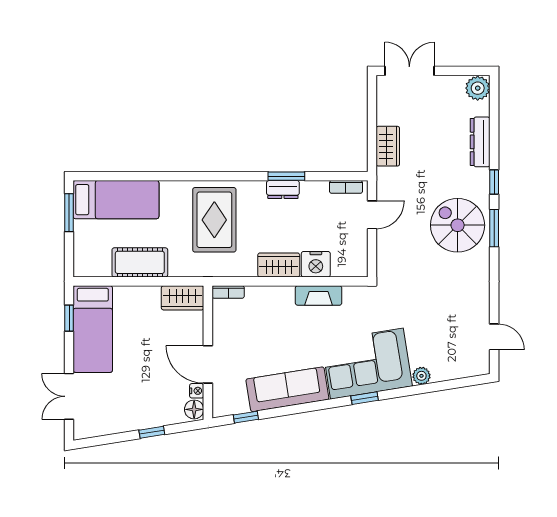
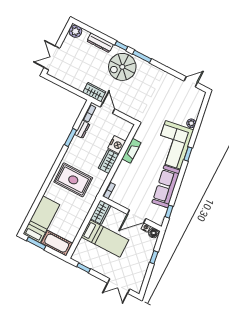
wardrobe: (388, 146) -> (94, 92), moved
dresser: (283, 190) -> (82, 129), moved
spiral stairs: (458, 225) -> (122, 67), moved
cot: (140, 262) -> (57, 243), moved, turned 90
bed: (93, 329) -> (105, 238), moved

